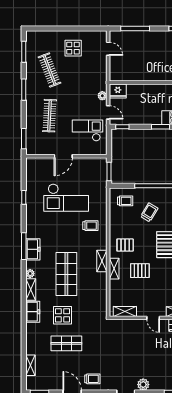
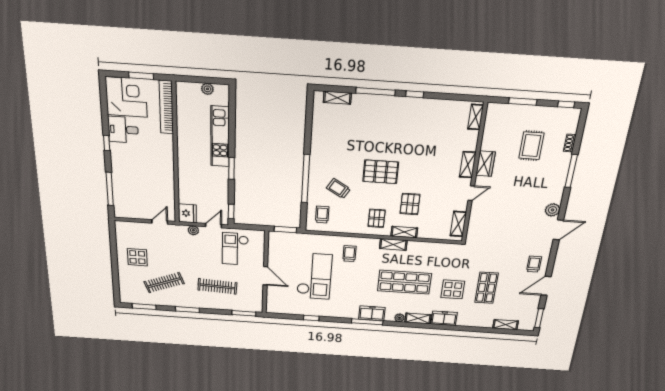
door: (108, 49) -> (160, 222), moved

